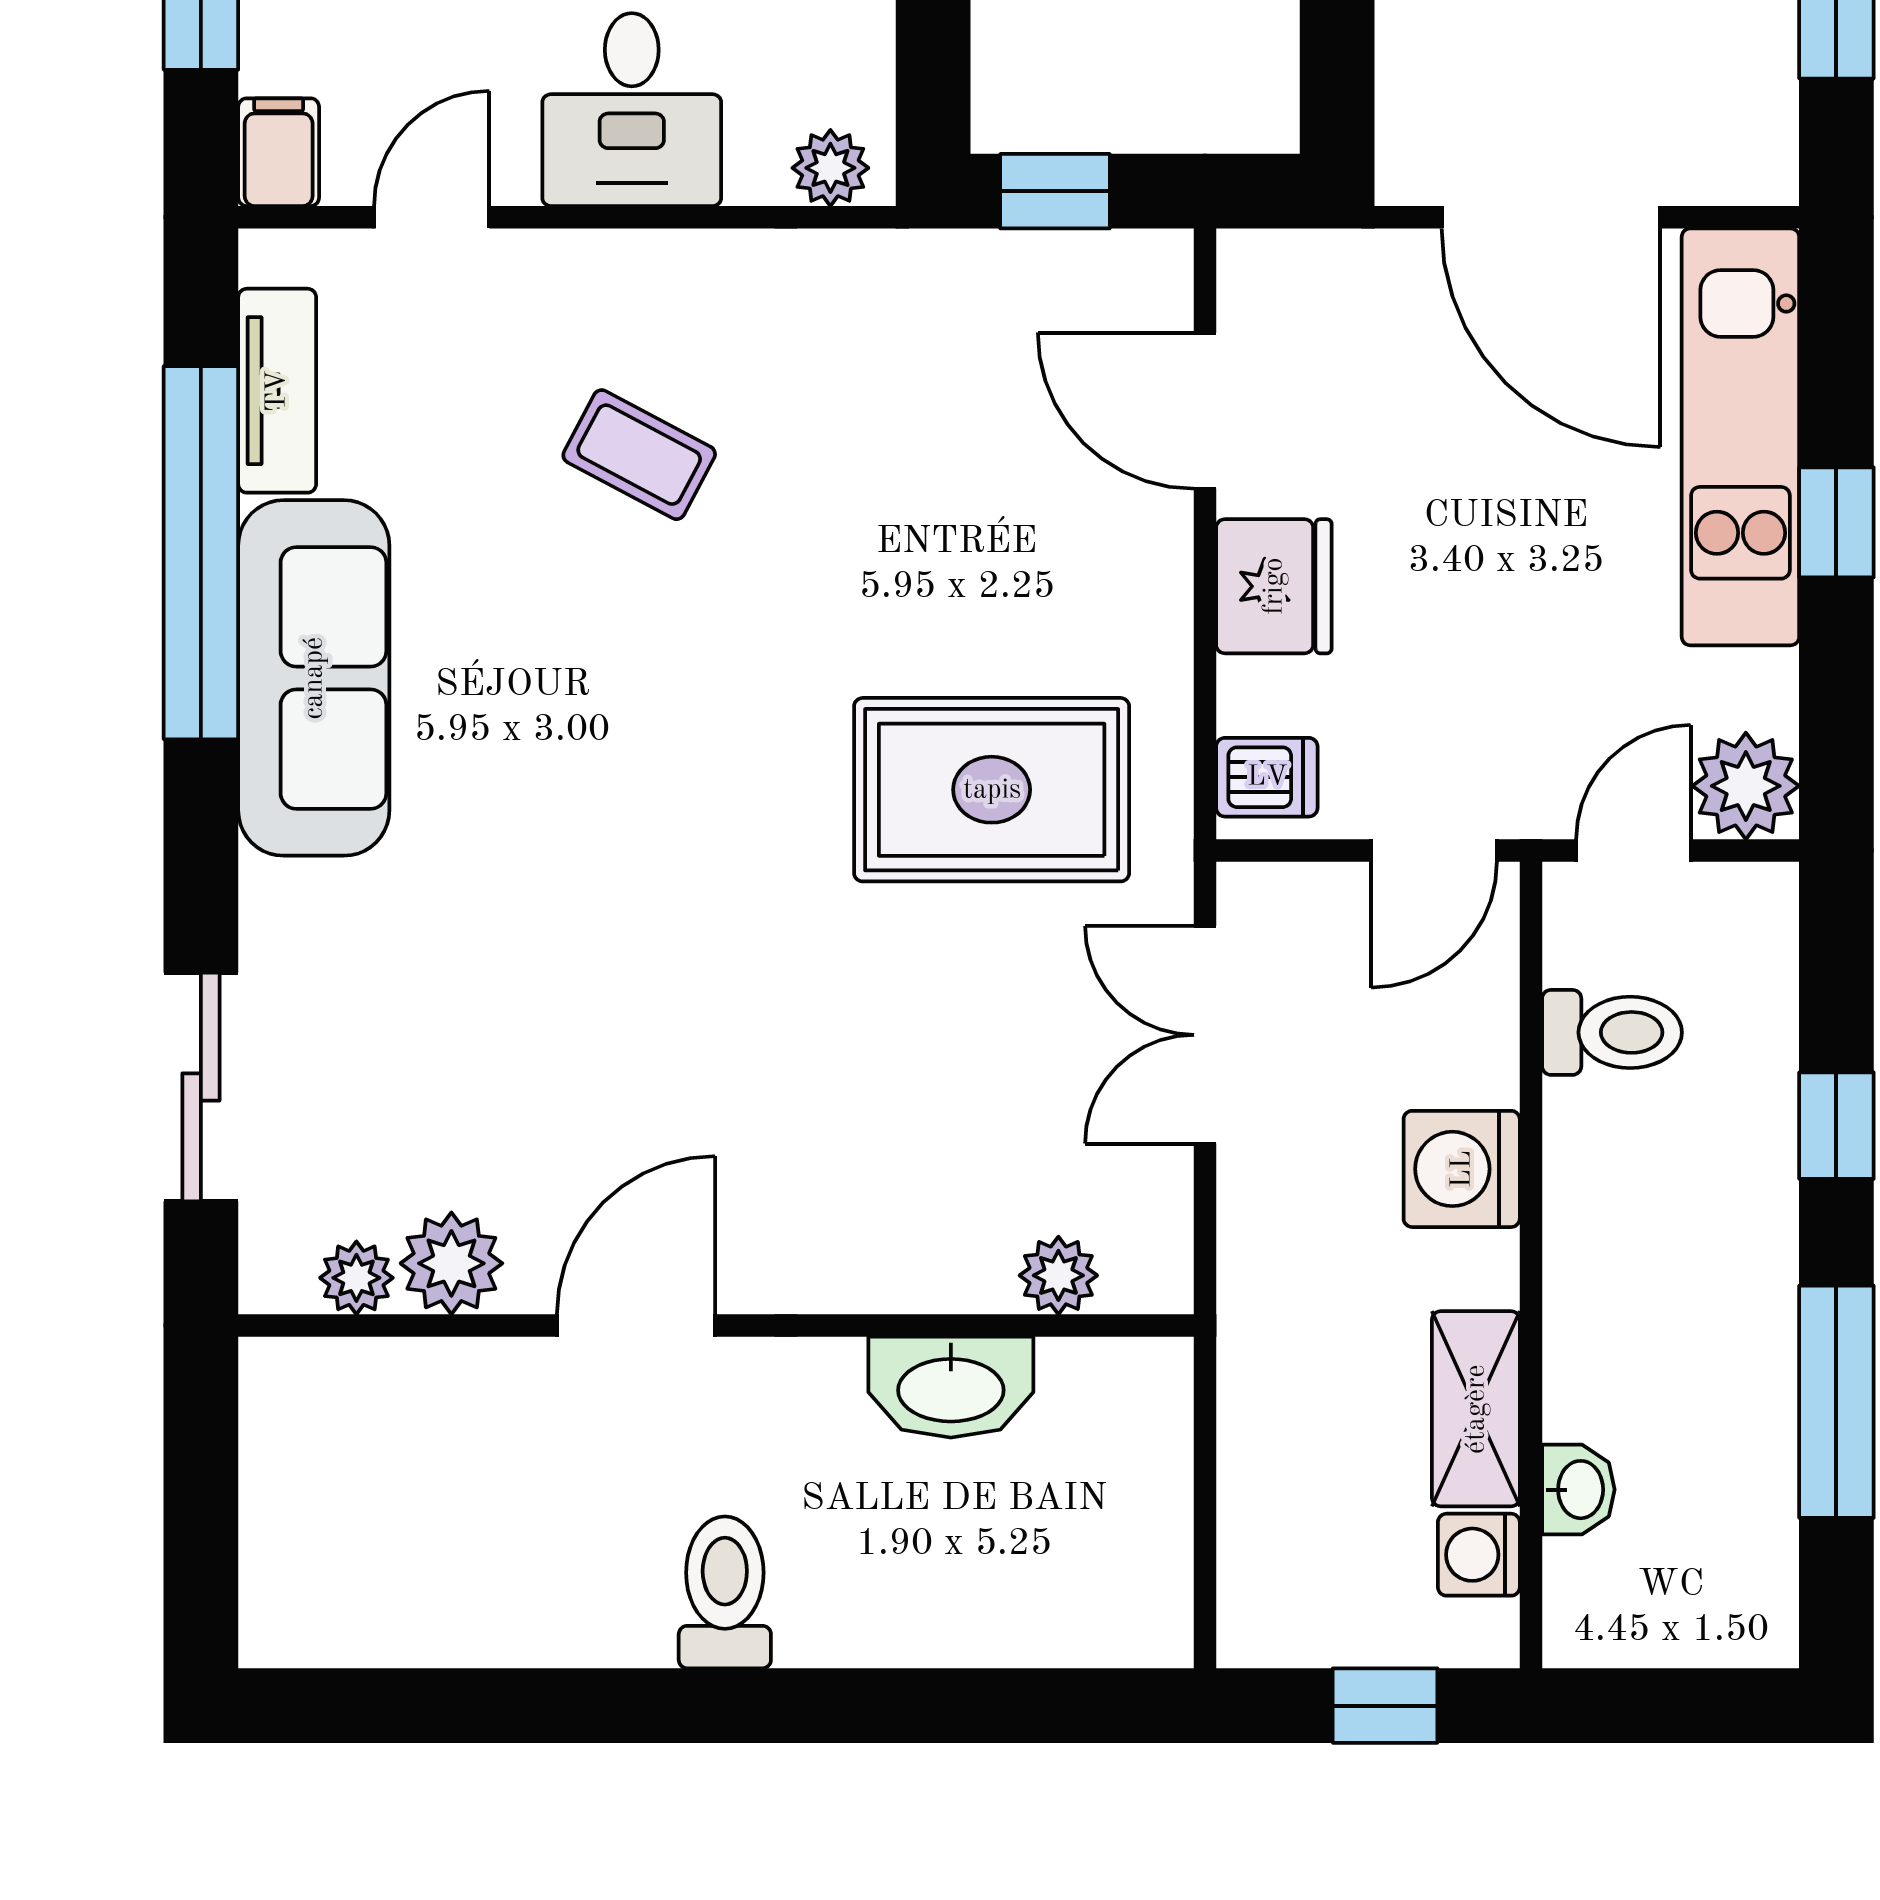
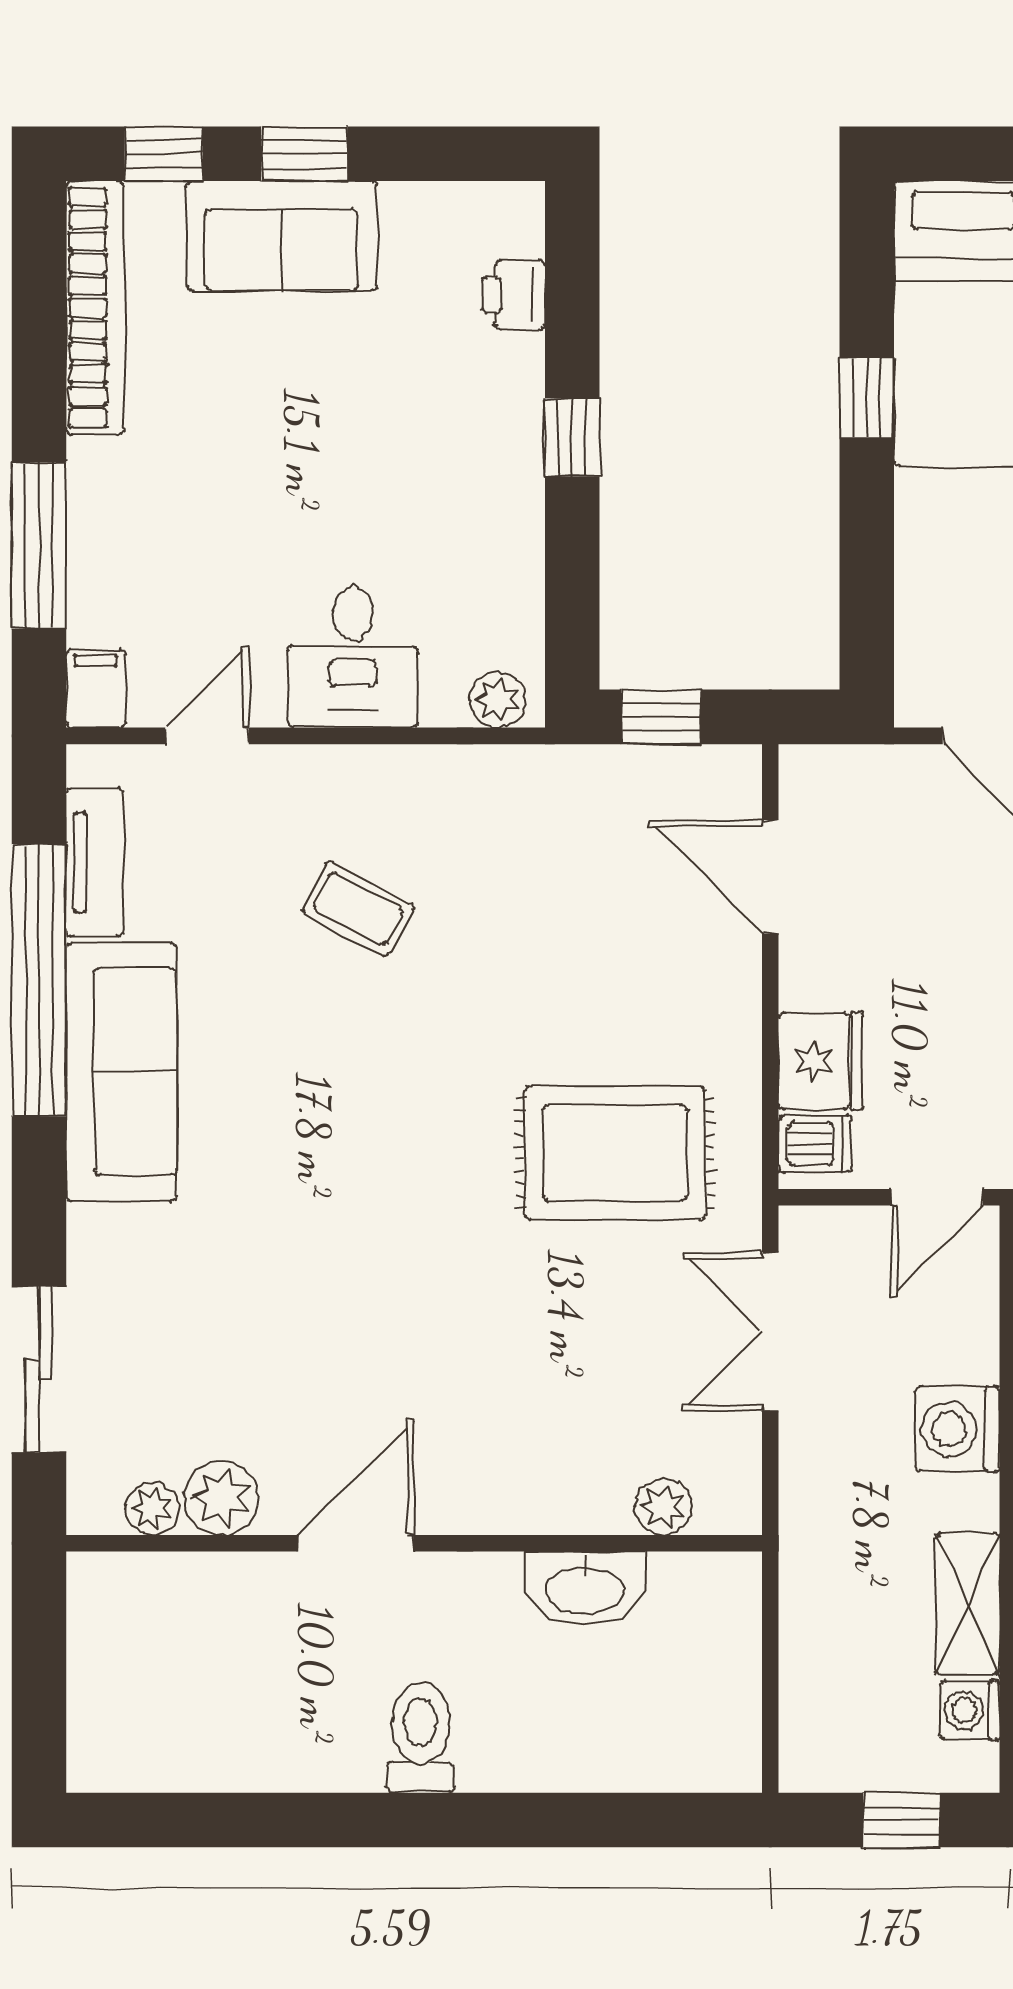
fridge: (1274, 586) -> (821, 1061), moved

